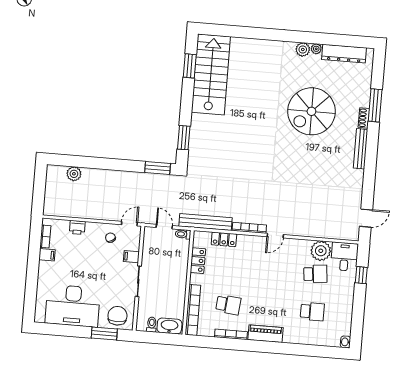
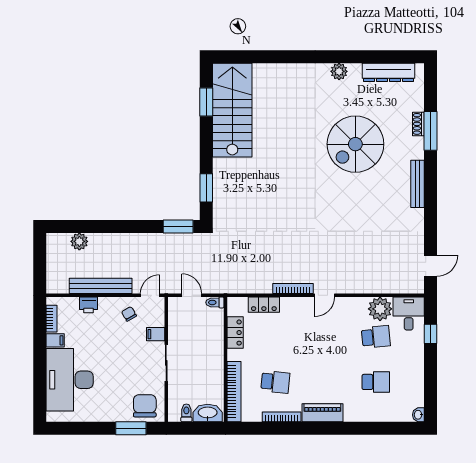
plant: (316, 49) -> (355, 69), removed
shoe rack: (364, 118) -> (418, 124), moved
bench: (205, 222) -> (101, 286), moved
desk: (73, 306) -> (70, 380), moved, turned 90

